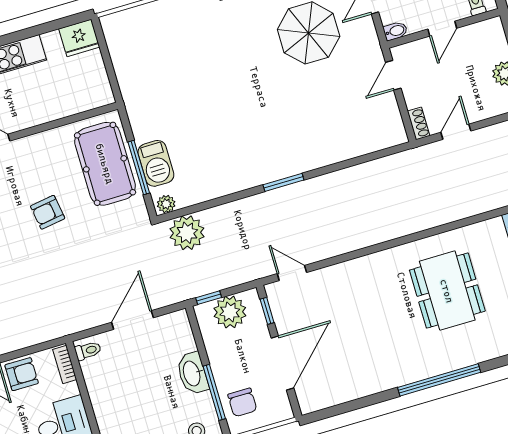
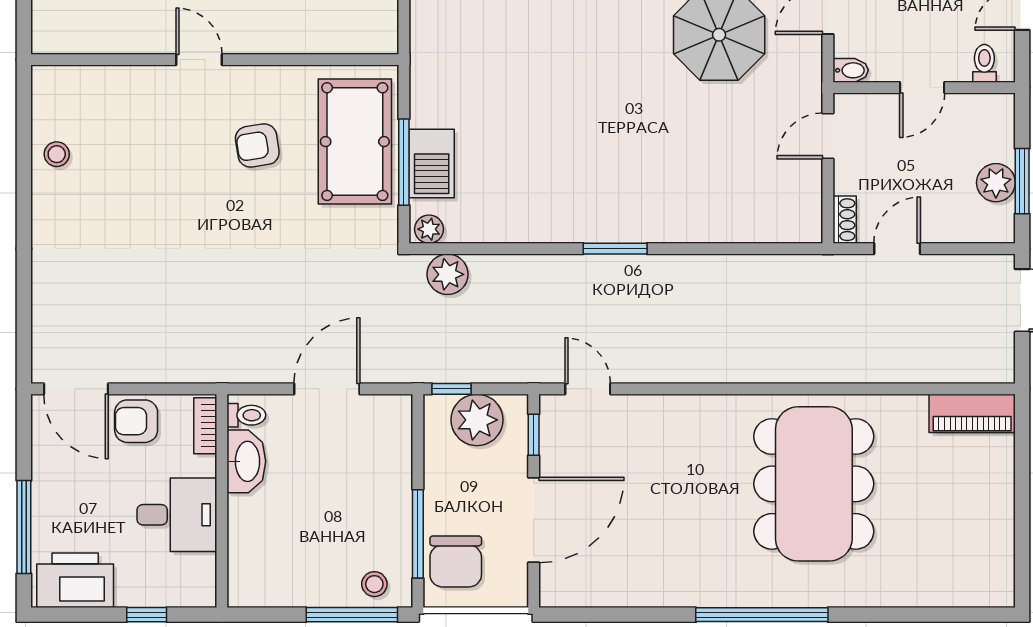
armchair: (48, 212) -> (257, 145), moved
plant: (187, 233) -> (448, 274), width x0.73, depth x0.73
dining table: (447, 291) -> (814, 484), width x1.36, depth x1.24
washbasin: (192, 373) -> (246, 461), moved, turned 180
armchair: (22, 374) -> (136, 421), turned 180
chair: (242, 402) -> (456, 561), width x1.37, depth x1.37

